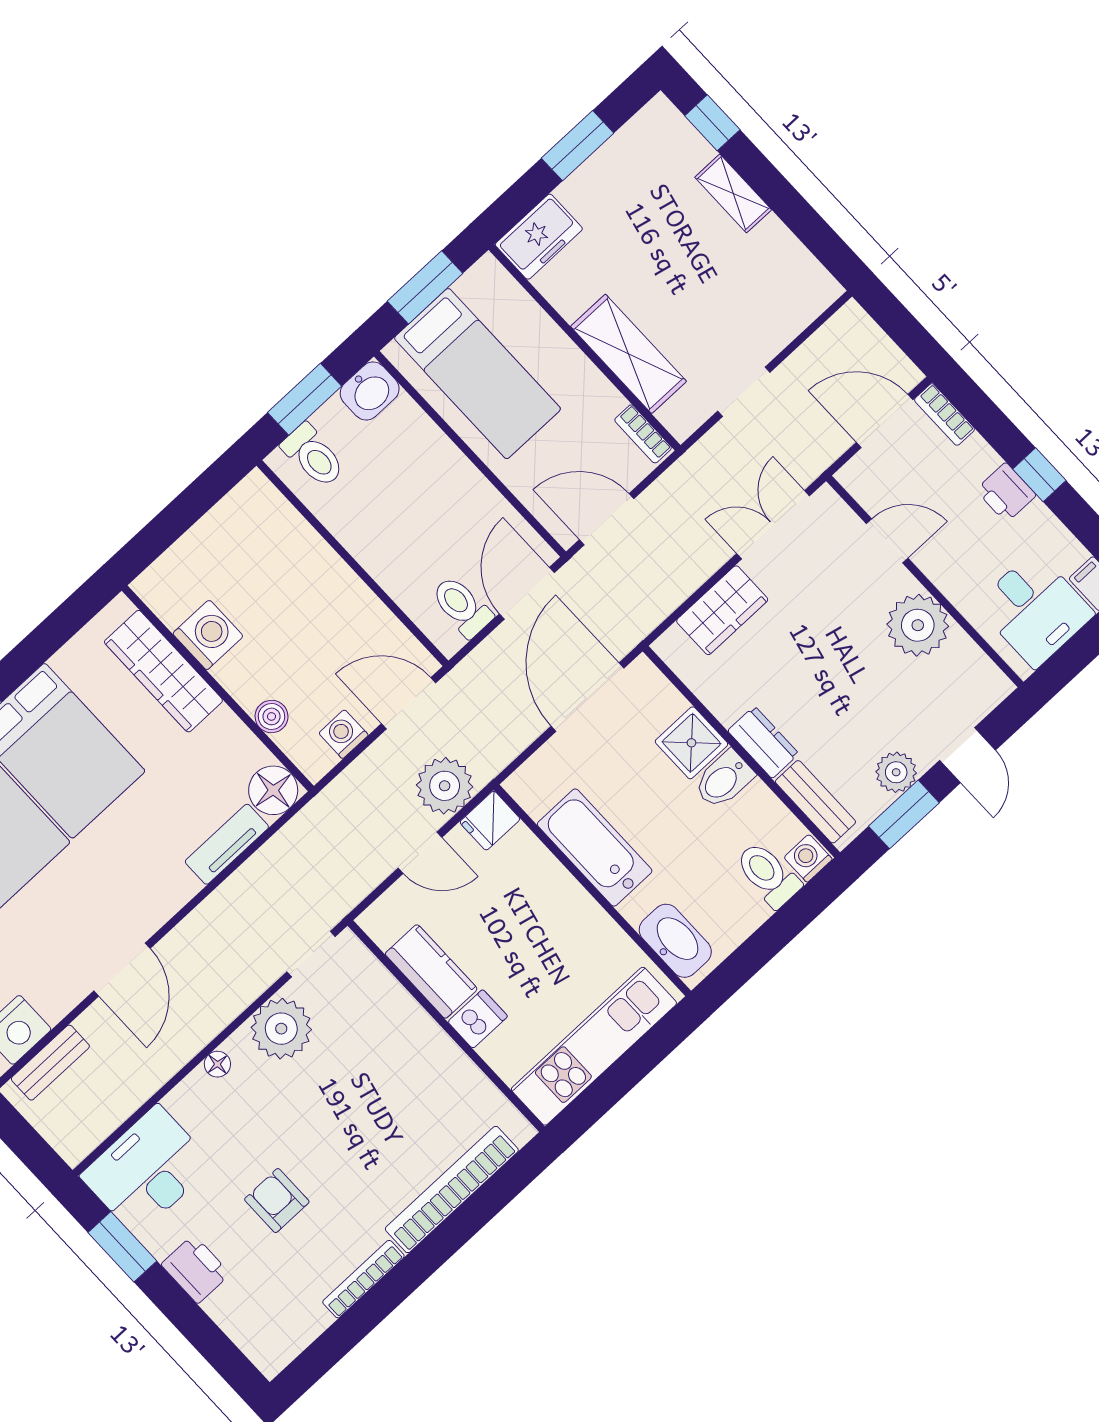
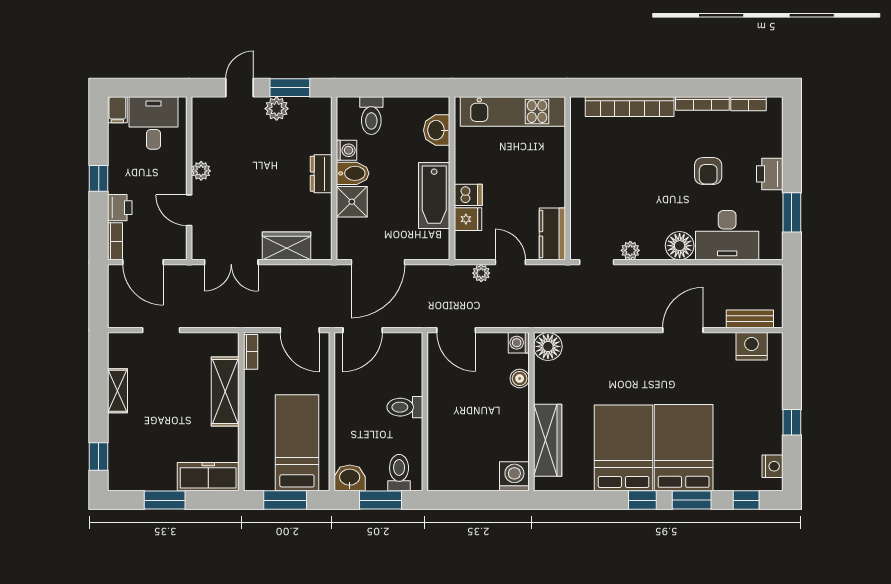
shelving: (733, 193) -> (118, 391), moved
freezer: (539, 237) -> (208, 477), width x1.40
doorway: (744, 392) -> (161, 330), moved
printer: (1006, 493) -> (120, 208), moved
toilet: (462, 607) -> (405, 407), moved, turned 90
plant: (918, 625) -> (201, 171), width x0.53, depth x0.53
washing machine: (208, 635) -> (514, 476), moved, turned 90
washing machine: (343, 734) -> (519, 343), moved, turned 90
plant: (445, 786) -> (481, 273), width x0.53, depth x0.53
bench: (815, 802) -> (322, 128), removed
fridge: (490, 821) -> (468, 219), moved
tv unit: (227, 844) -> (589, 342), removed
washing machine: (808, 858) -> (347, 150), moved, turned -90
washbasin: (675, 941) -> (437, 130), width x0.72
kitchen counter: (431, 971) -> (552, 234), moved
dishwasher: (478, 1019) -> (468, 195), moved, turned 180
plant: (281, 1029) -> (630, 250), width x0.53, depth x0.53
floor lamp: (217, 1064) -> (680, 246), width x1.89, depth x1.89
desk: (147, 1170) -> (727, 235), moved
bookcase: (305, 1333) -> (749, 104), added

